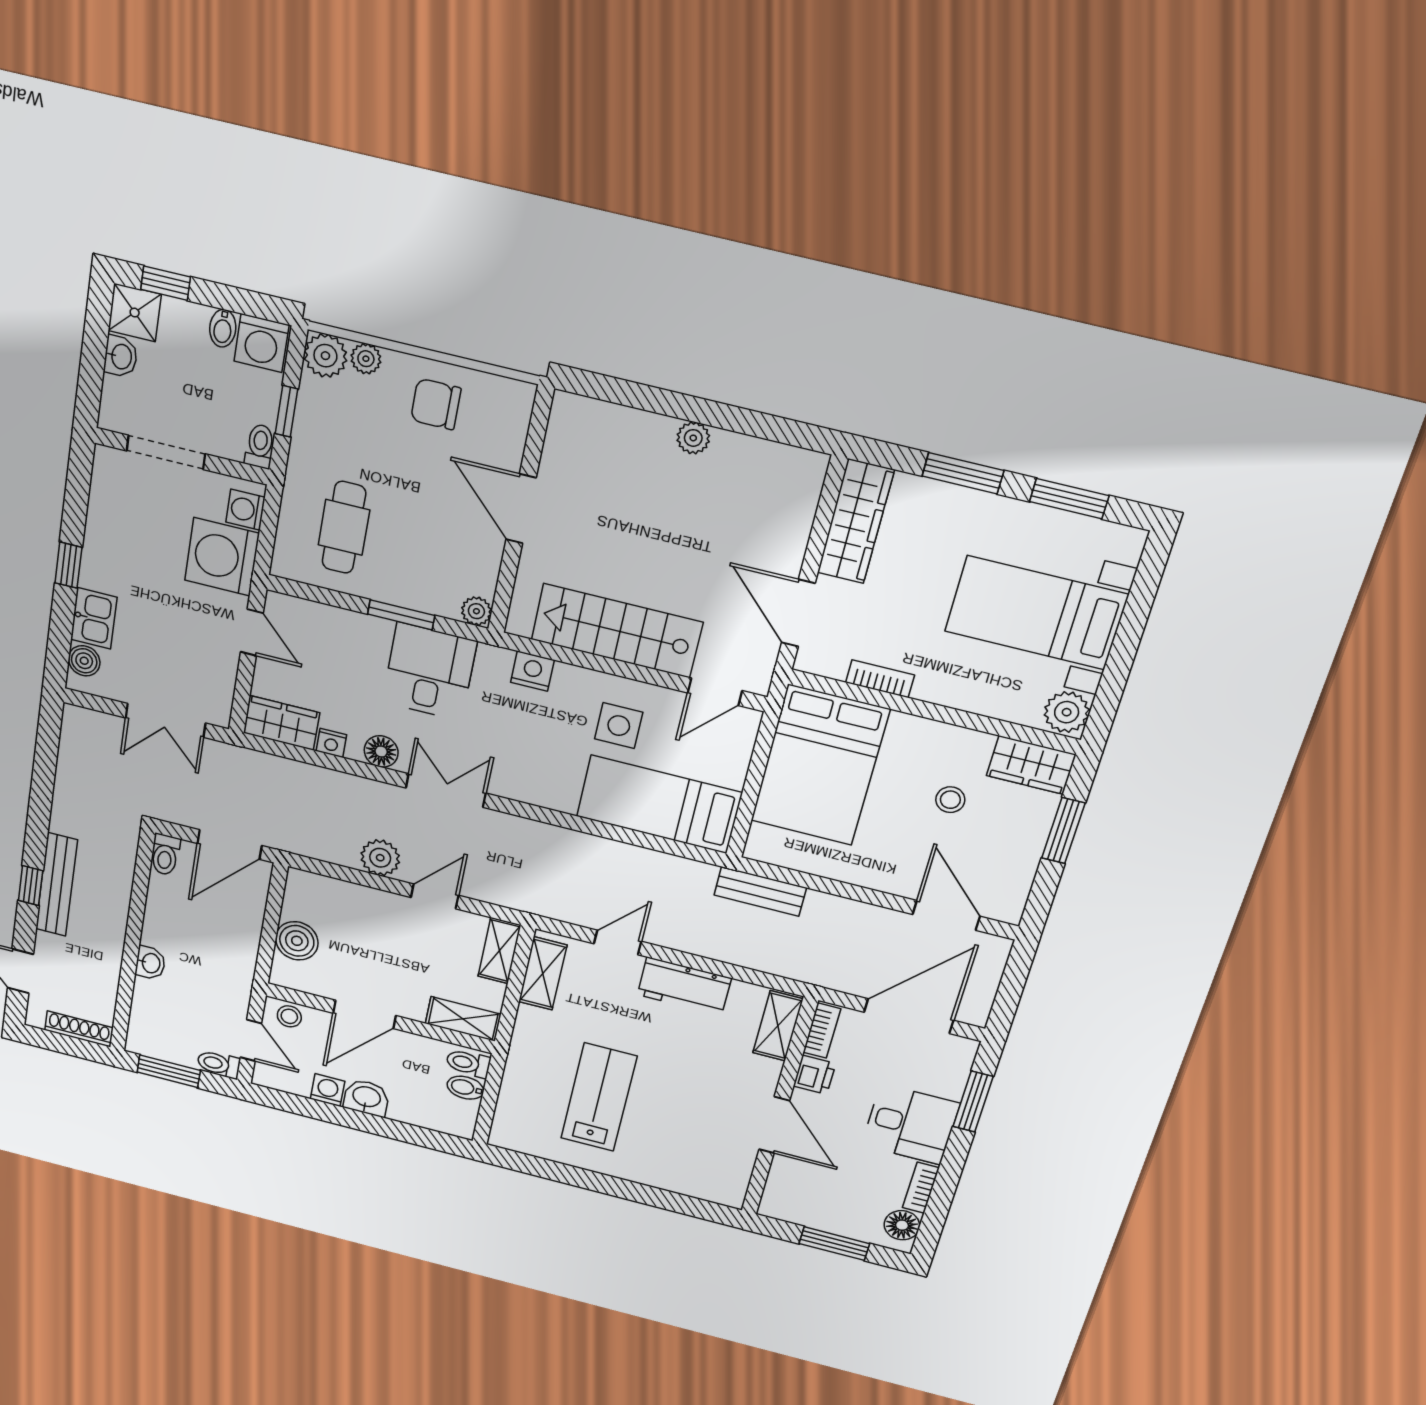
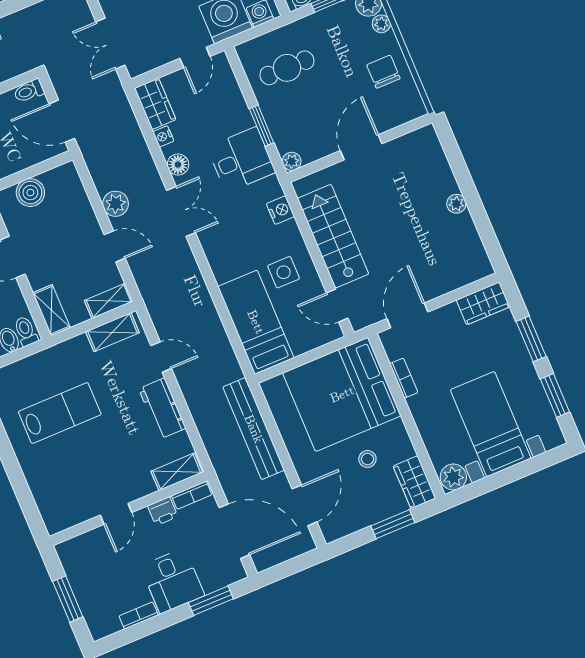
wardrobe: (856, 521) -> (483, 303), width x0.67
bed: (820, 765) -> (342, 394), width x1.36
bench: (760, 891) -> (254, 429), width x1.86, depth x1.21
door: (774, 1125) -> (116, 514), width x0.73
floor lamp: (902, 1225) -> (108, 624), removed

